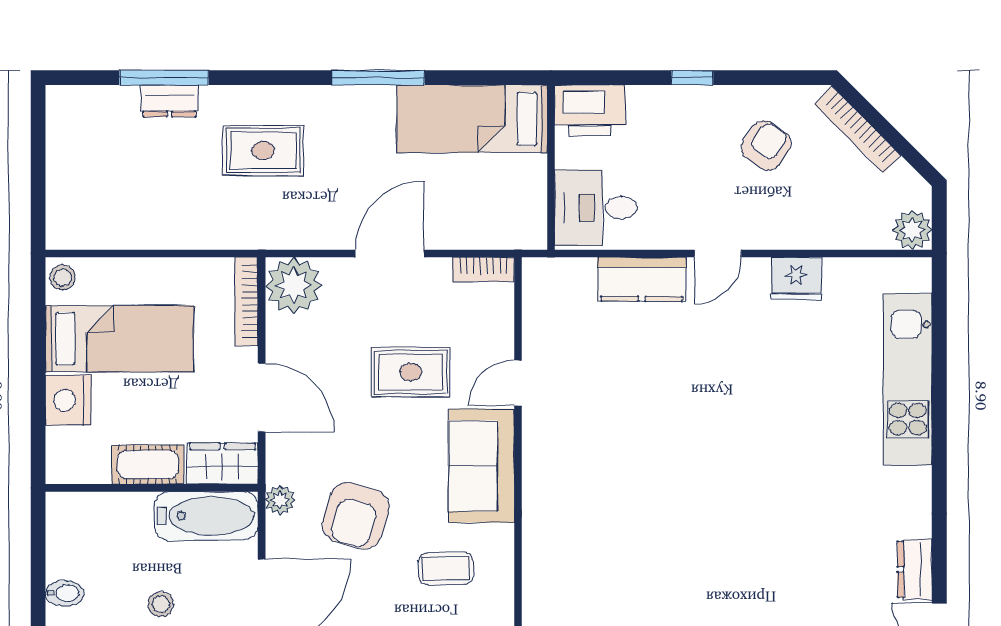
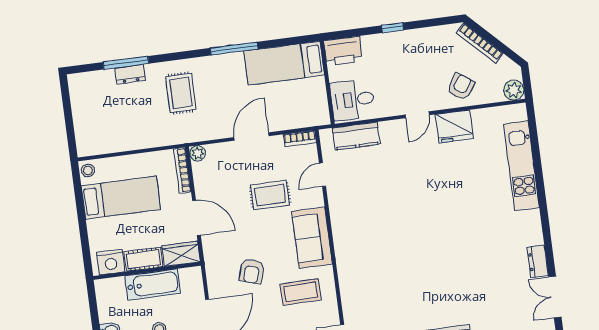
armchair: (766, 145) -> (461, 87), moved
rug: (263, 150) -> (181, 93), turned 90
kitchen counter: (642, 279) -> (356, 136), moved
fridge: (796, 279) -> (454, 127), width x1.36, depth x1.34
plant: (294, 286) -> (198, 153), width x0.53, depth x0.53
door: (518, 383) -> (322, 175), moved
nightstand: (68, 400) -> (111, 262), moved, turned -90
plant: (280, 500) -> (212, 268), removed
bathtub: (206, 516) -> (153, 284), moved
armchair: (356, 516) -> (252, 271), width x0.72, depth x0.72
coffee table: (446, 569) -> (301, 292), width x1.36, depth x1.30

